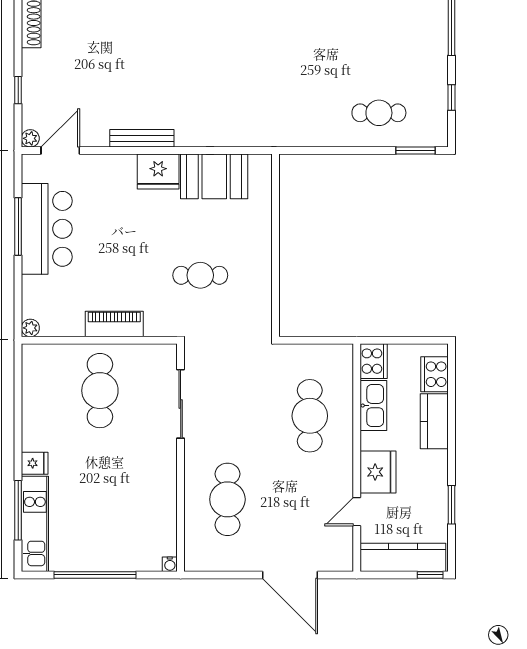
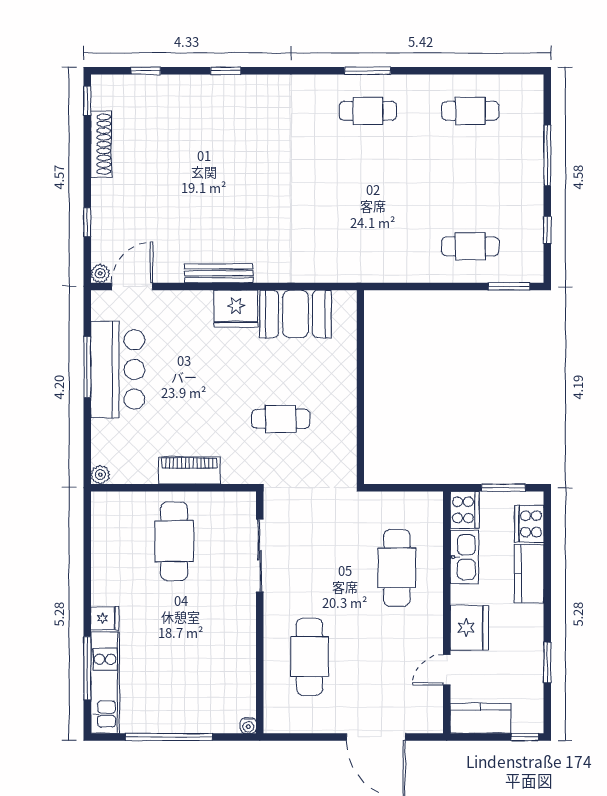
window: (410, 340) -> (503, 488), added
kitchen counter: (403, 557) -> (481, 718), width x0.67

